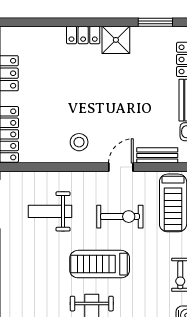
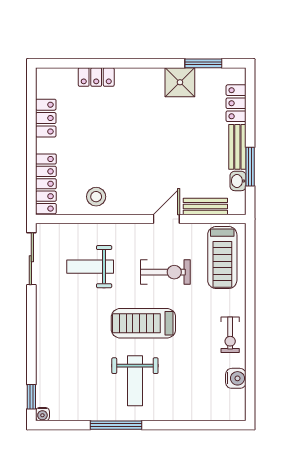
locker: (83, 35) -> (96, 77), moved
shower: (116, 40) -> (180, 82), moved
stool: (79, 142) -> (96, 197), moved

